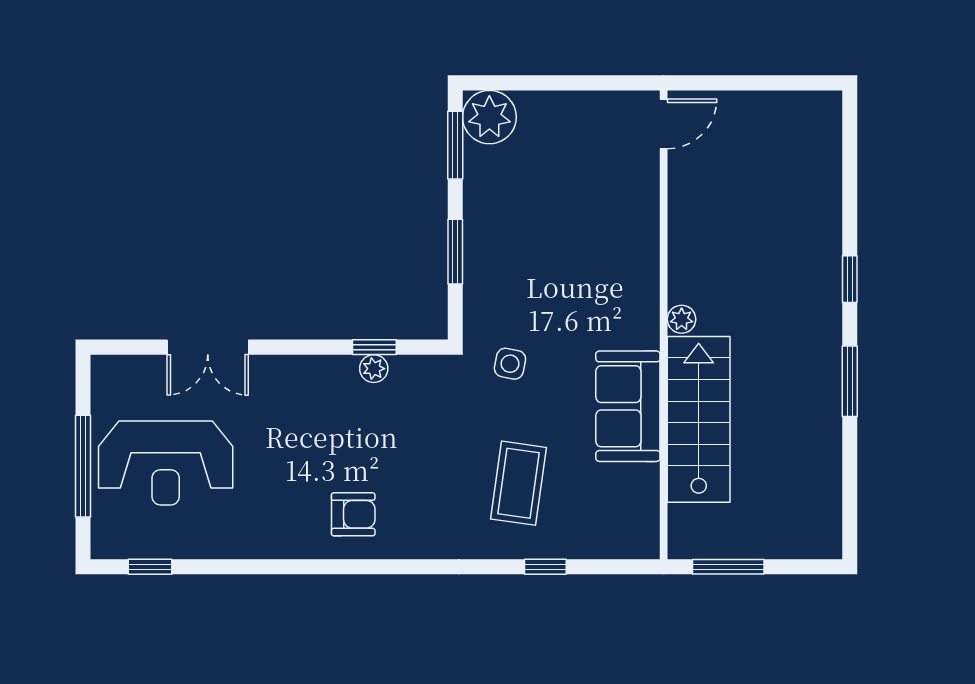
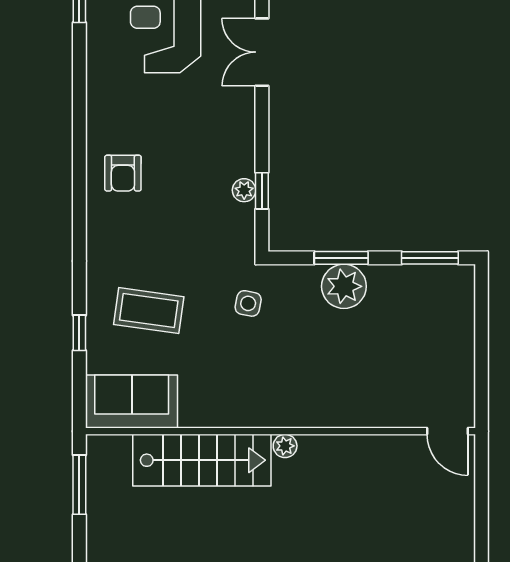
plant: (489, 117) -> (344, 286), moved
sofa: (628, 406) -> (132, 401), moved

